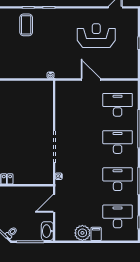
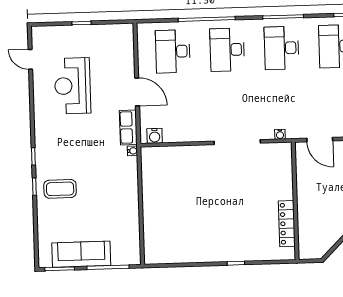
row of seats: (67, 73) -> (128, 127), added
door: (91, 80) -> (137, 92), swing flipped
water cooler: (60, 91) -> (155, 136), added

